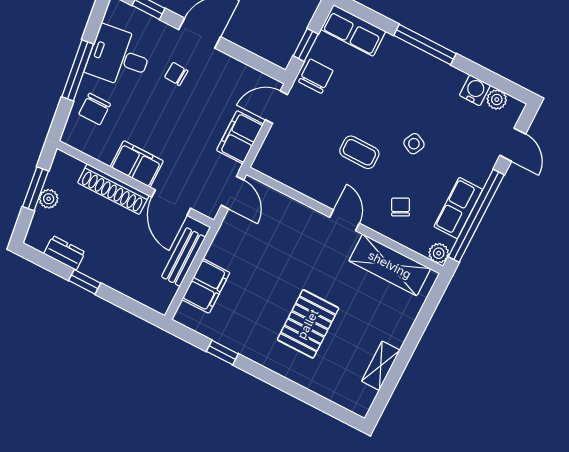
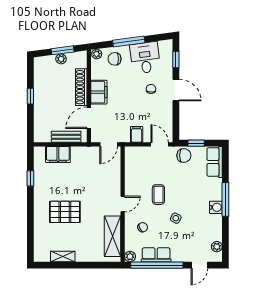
water cooler: (475, 90) -> (216, 207), moved
plant: (71, 135) -> (97, 54), added
filing cabinet: (240, 137) -> (137, 134), width x0.50
dresser: (64, 253) -> (39, 80), removed

